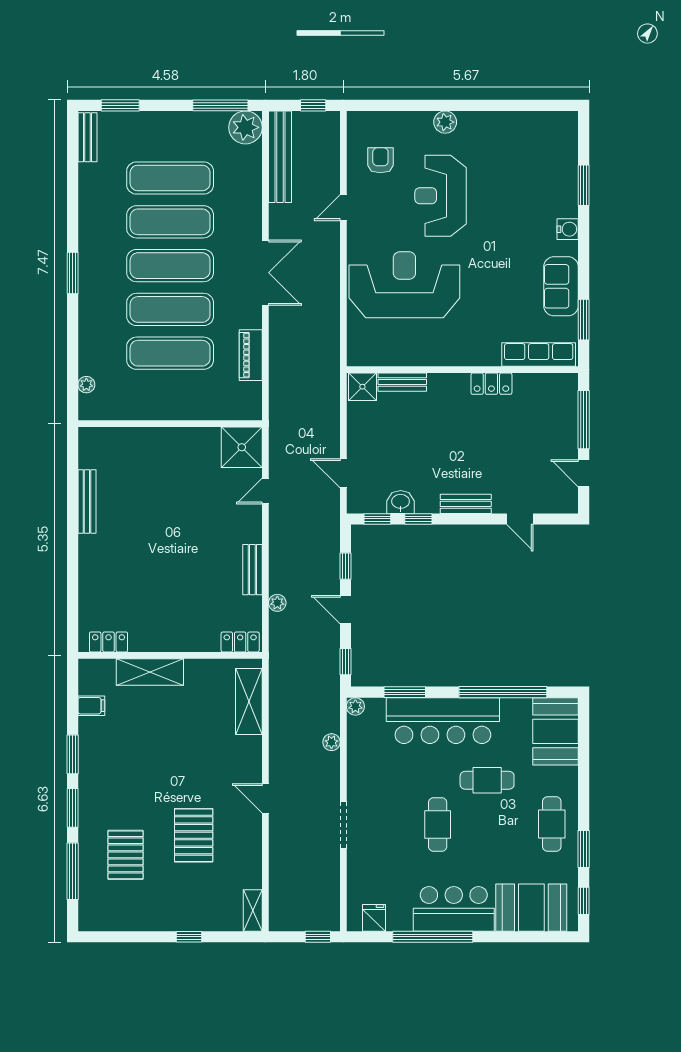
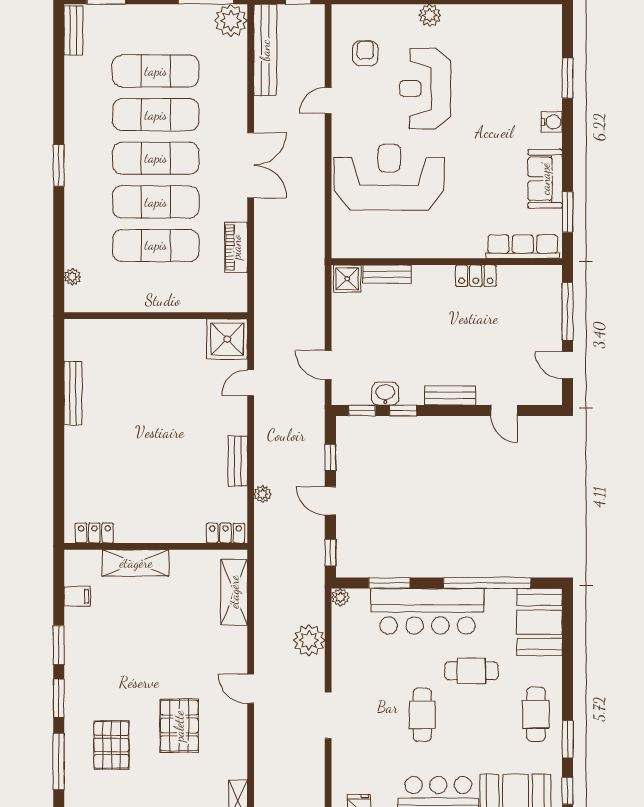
plant: (331, 742) -> (309, 640), width x1.88, depth x1.88

